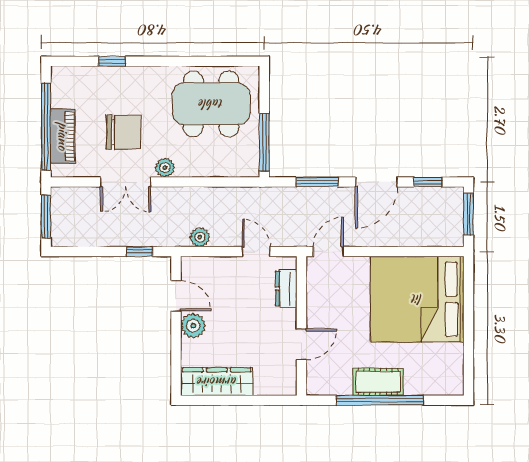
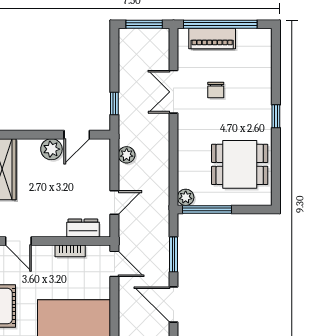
window: (112, 61) -> (276, 116), moved
dining table: (211, 104) -> (240, 164), width x0.73
chair: (123, 132) -> (216, 90), width x0.54, depth x0.54
plant: (165, 168) -> (186, 197), moved
bookcase: (313, 304) -> (70, 251), added
door: (301, 344) -> (18, 241), moved

